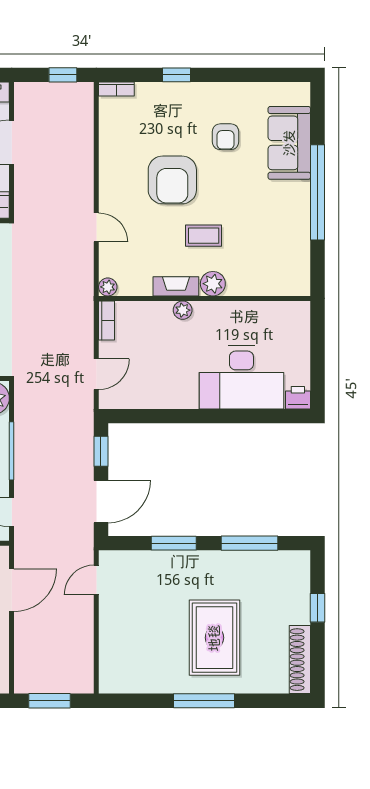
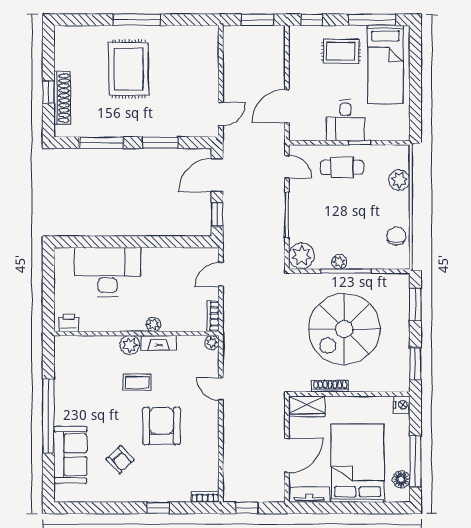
armchair: (226, 137) -> (120, 460), turned 137
printer: (298, 398) -> (69, 323), moved, turned 180
shoe rack: (300, 660) -> (62, 98), moved

